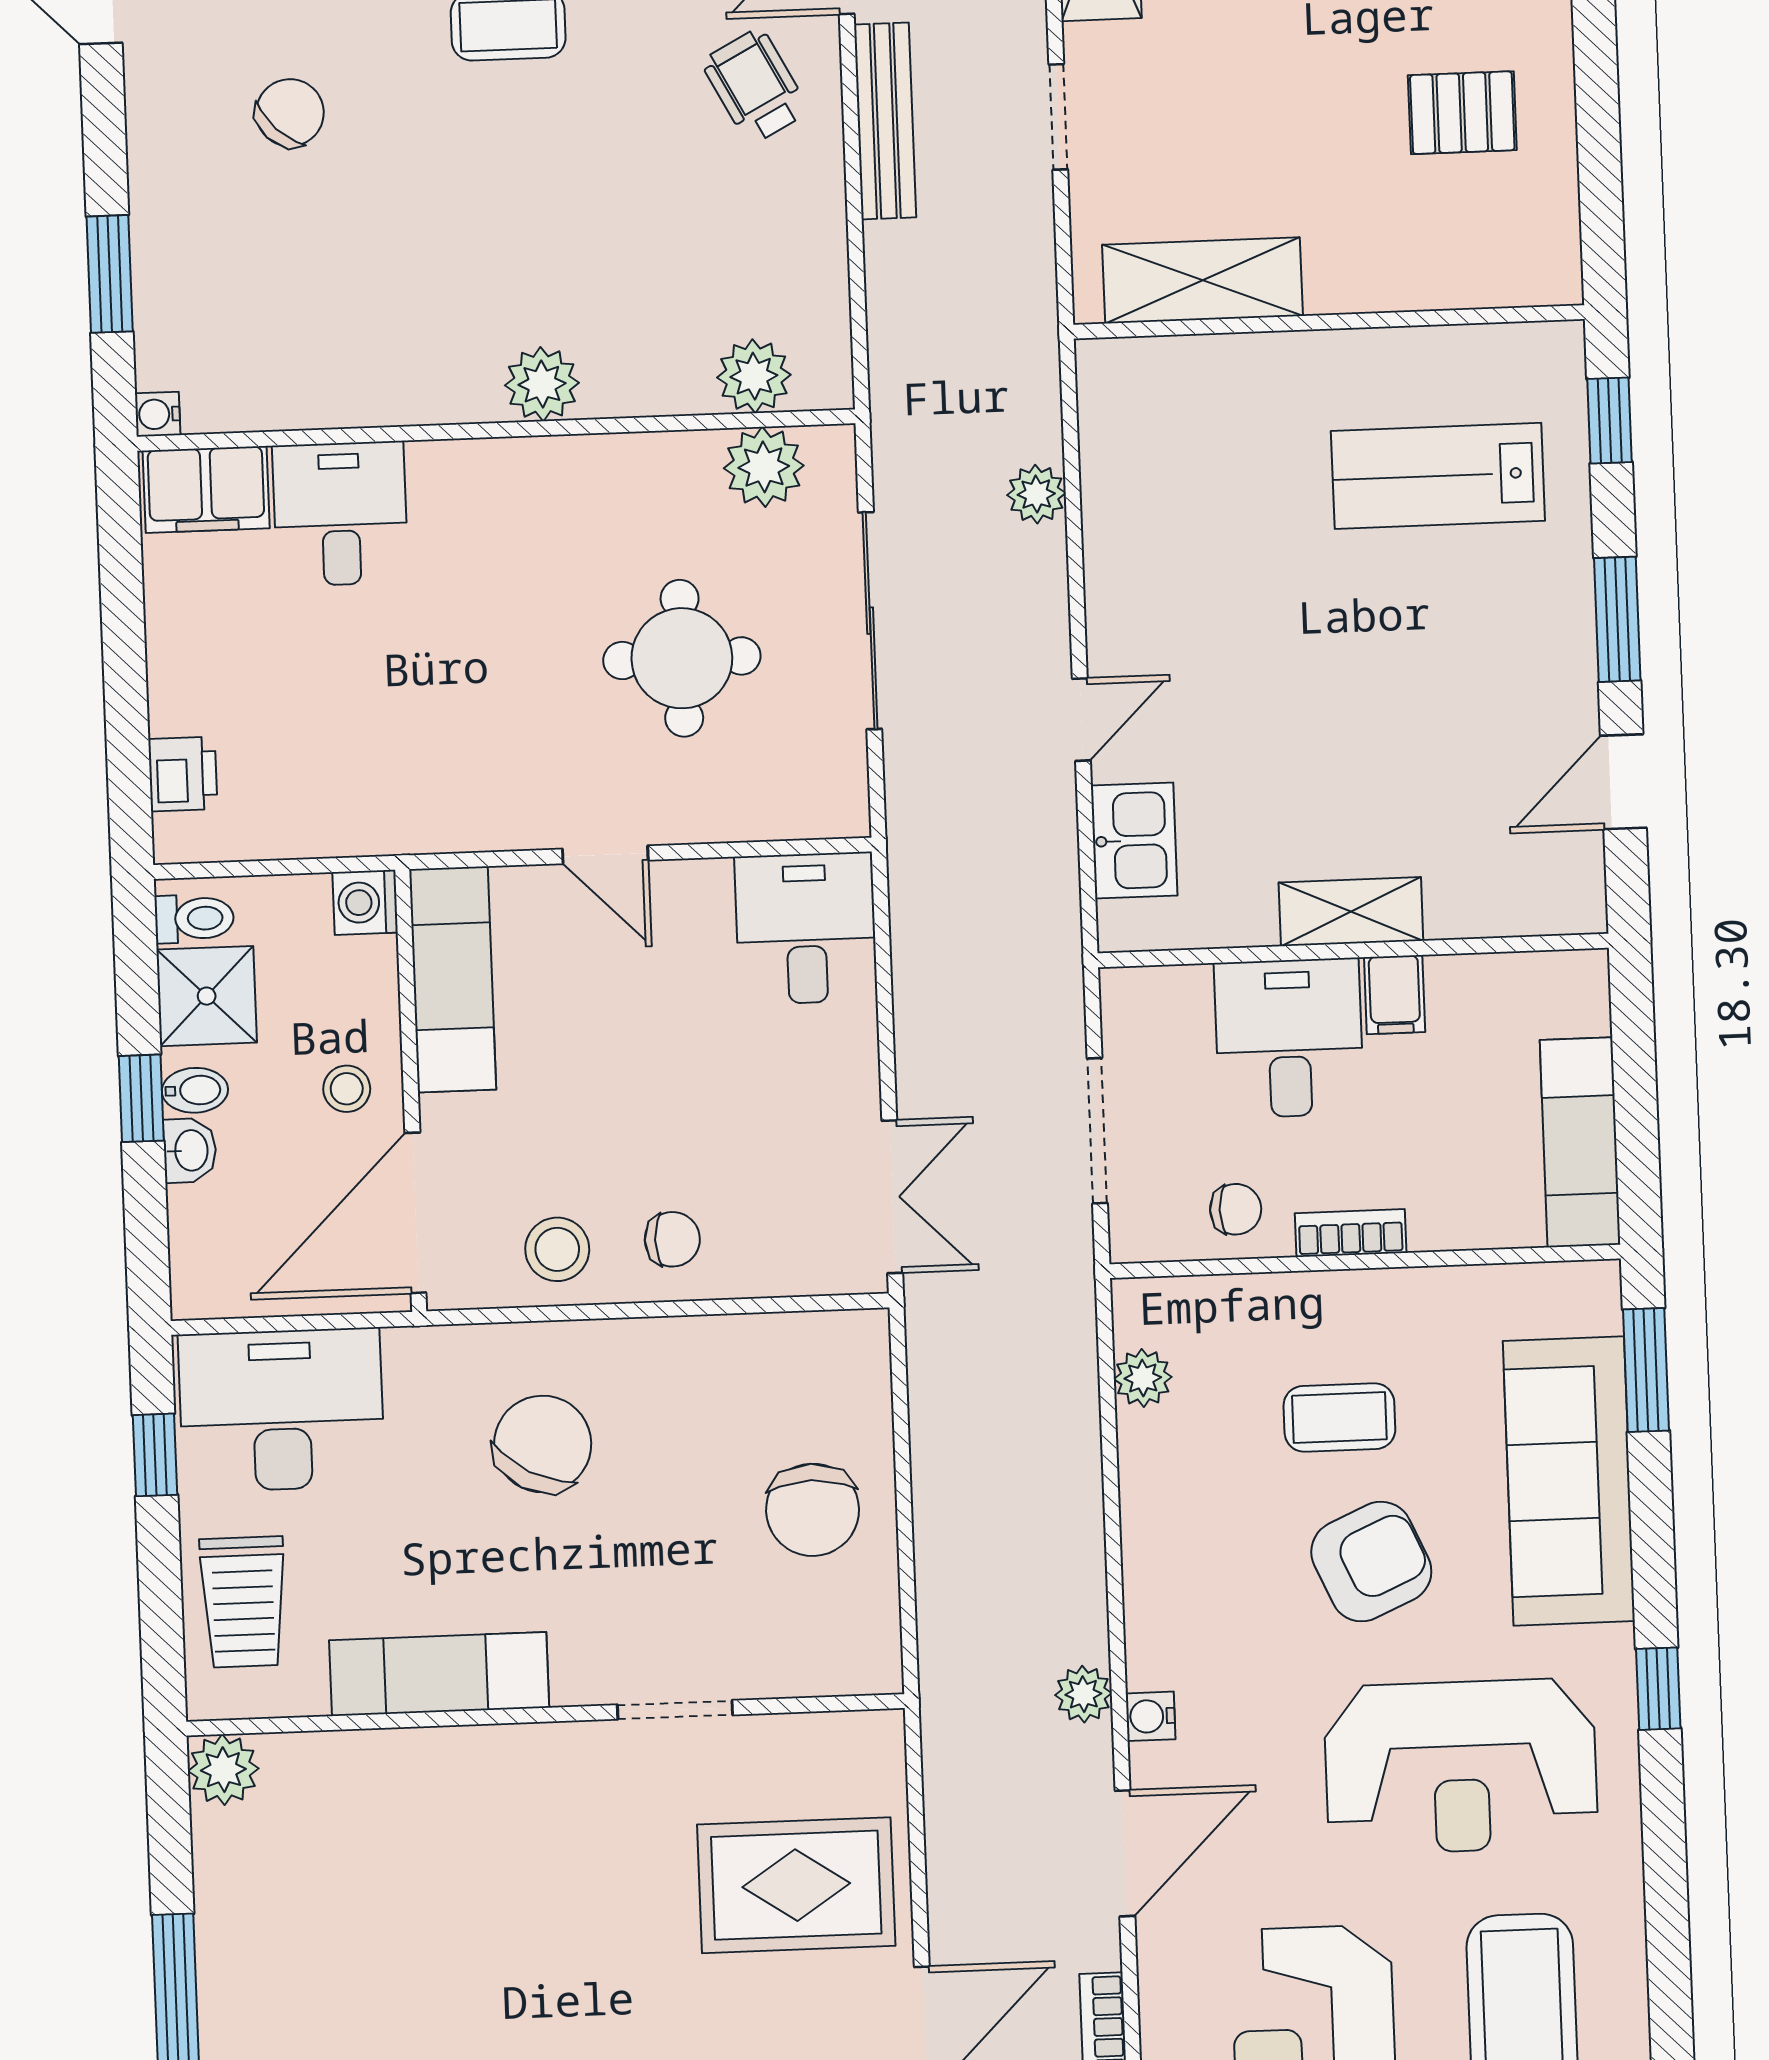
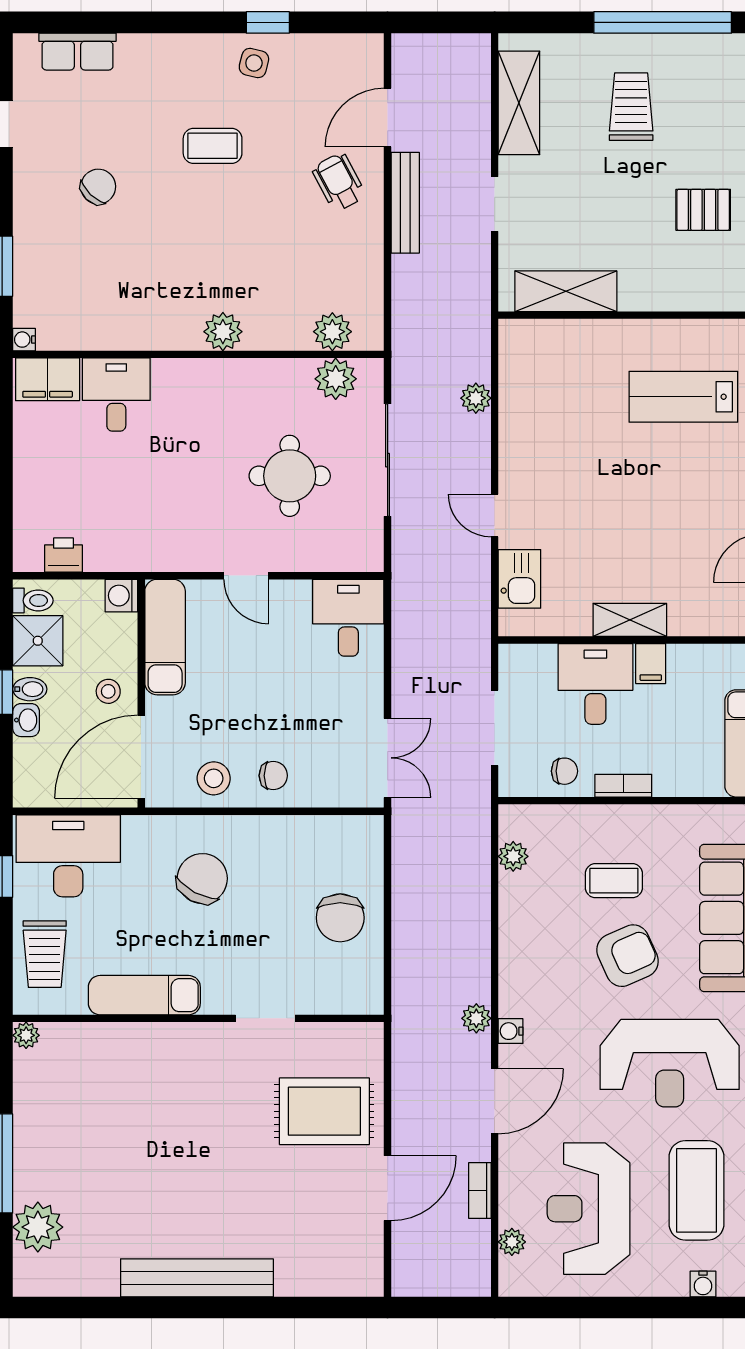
door: (1081, 720) -> (495, 515), swing flipped
printer: (183, 774) -> (63, 555), moved, turned -90
plant: (223, 1770) -> (26, 1035), width x0.73, depth x0.73

